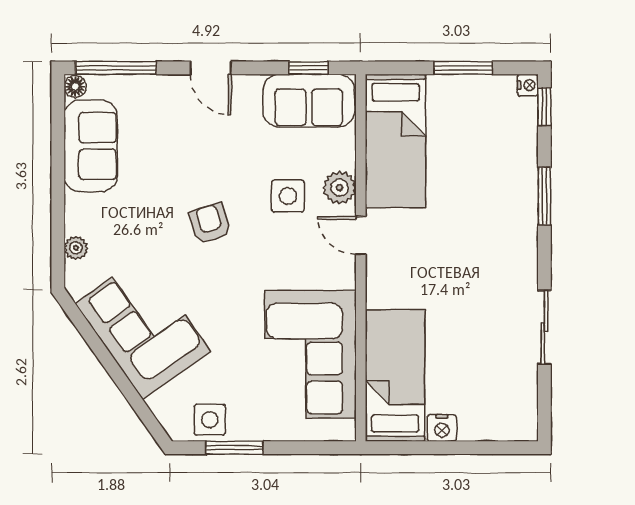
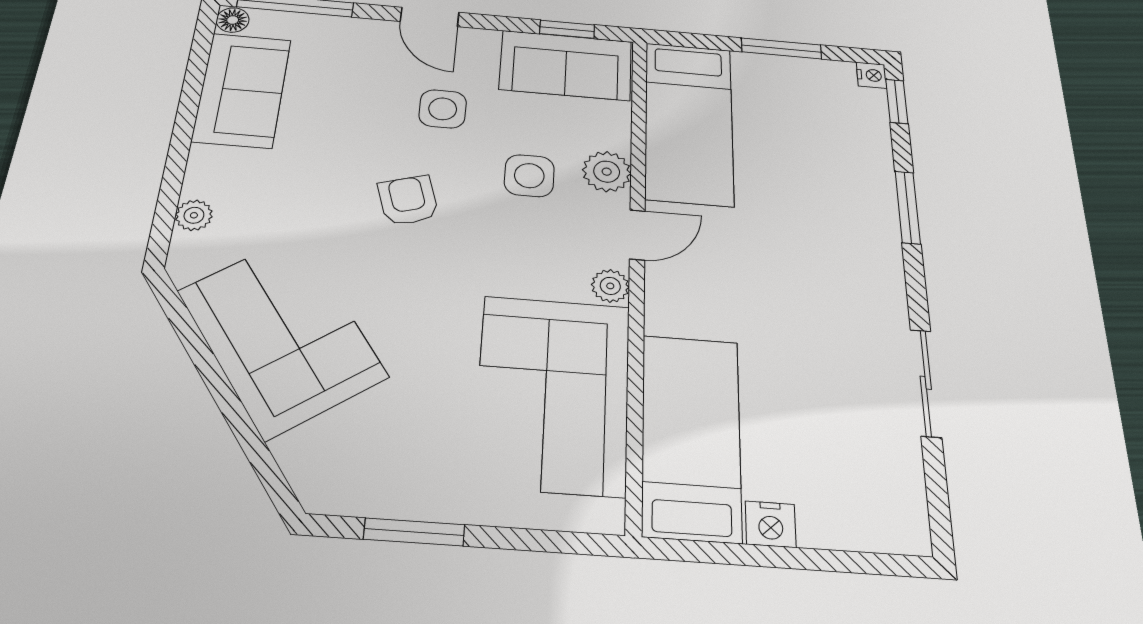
door: (361, 235) -> (637, 235), swing flipped
plant: (344, 275) -> (610, 286), added
side table: (210, 420) -> (443, 109), moved

